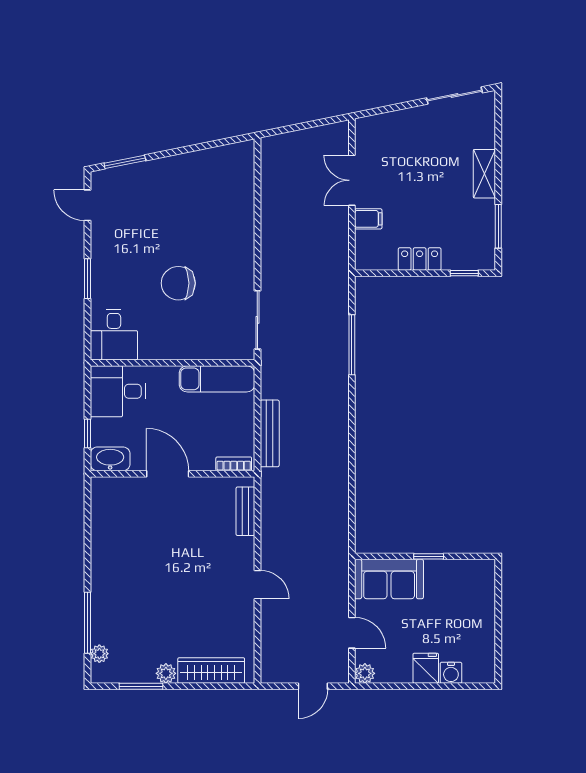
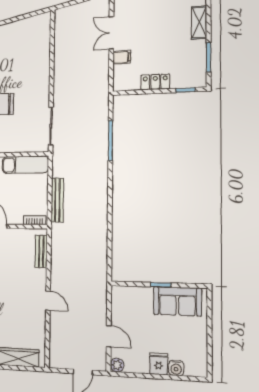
sofa: (389, 579) -> (177, 301), moved

